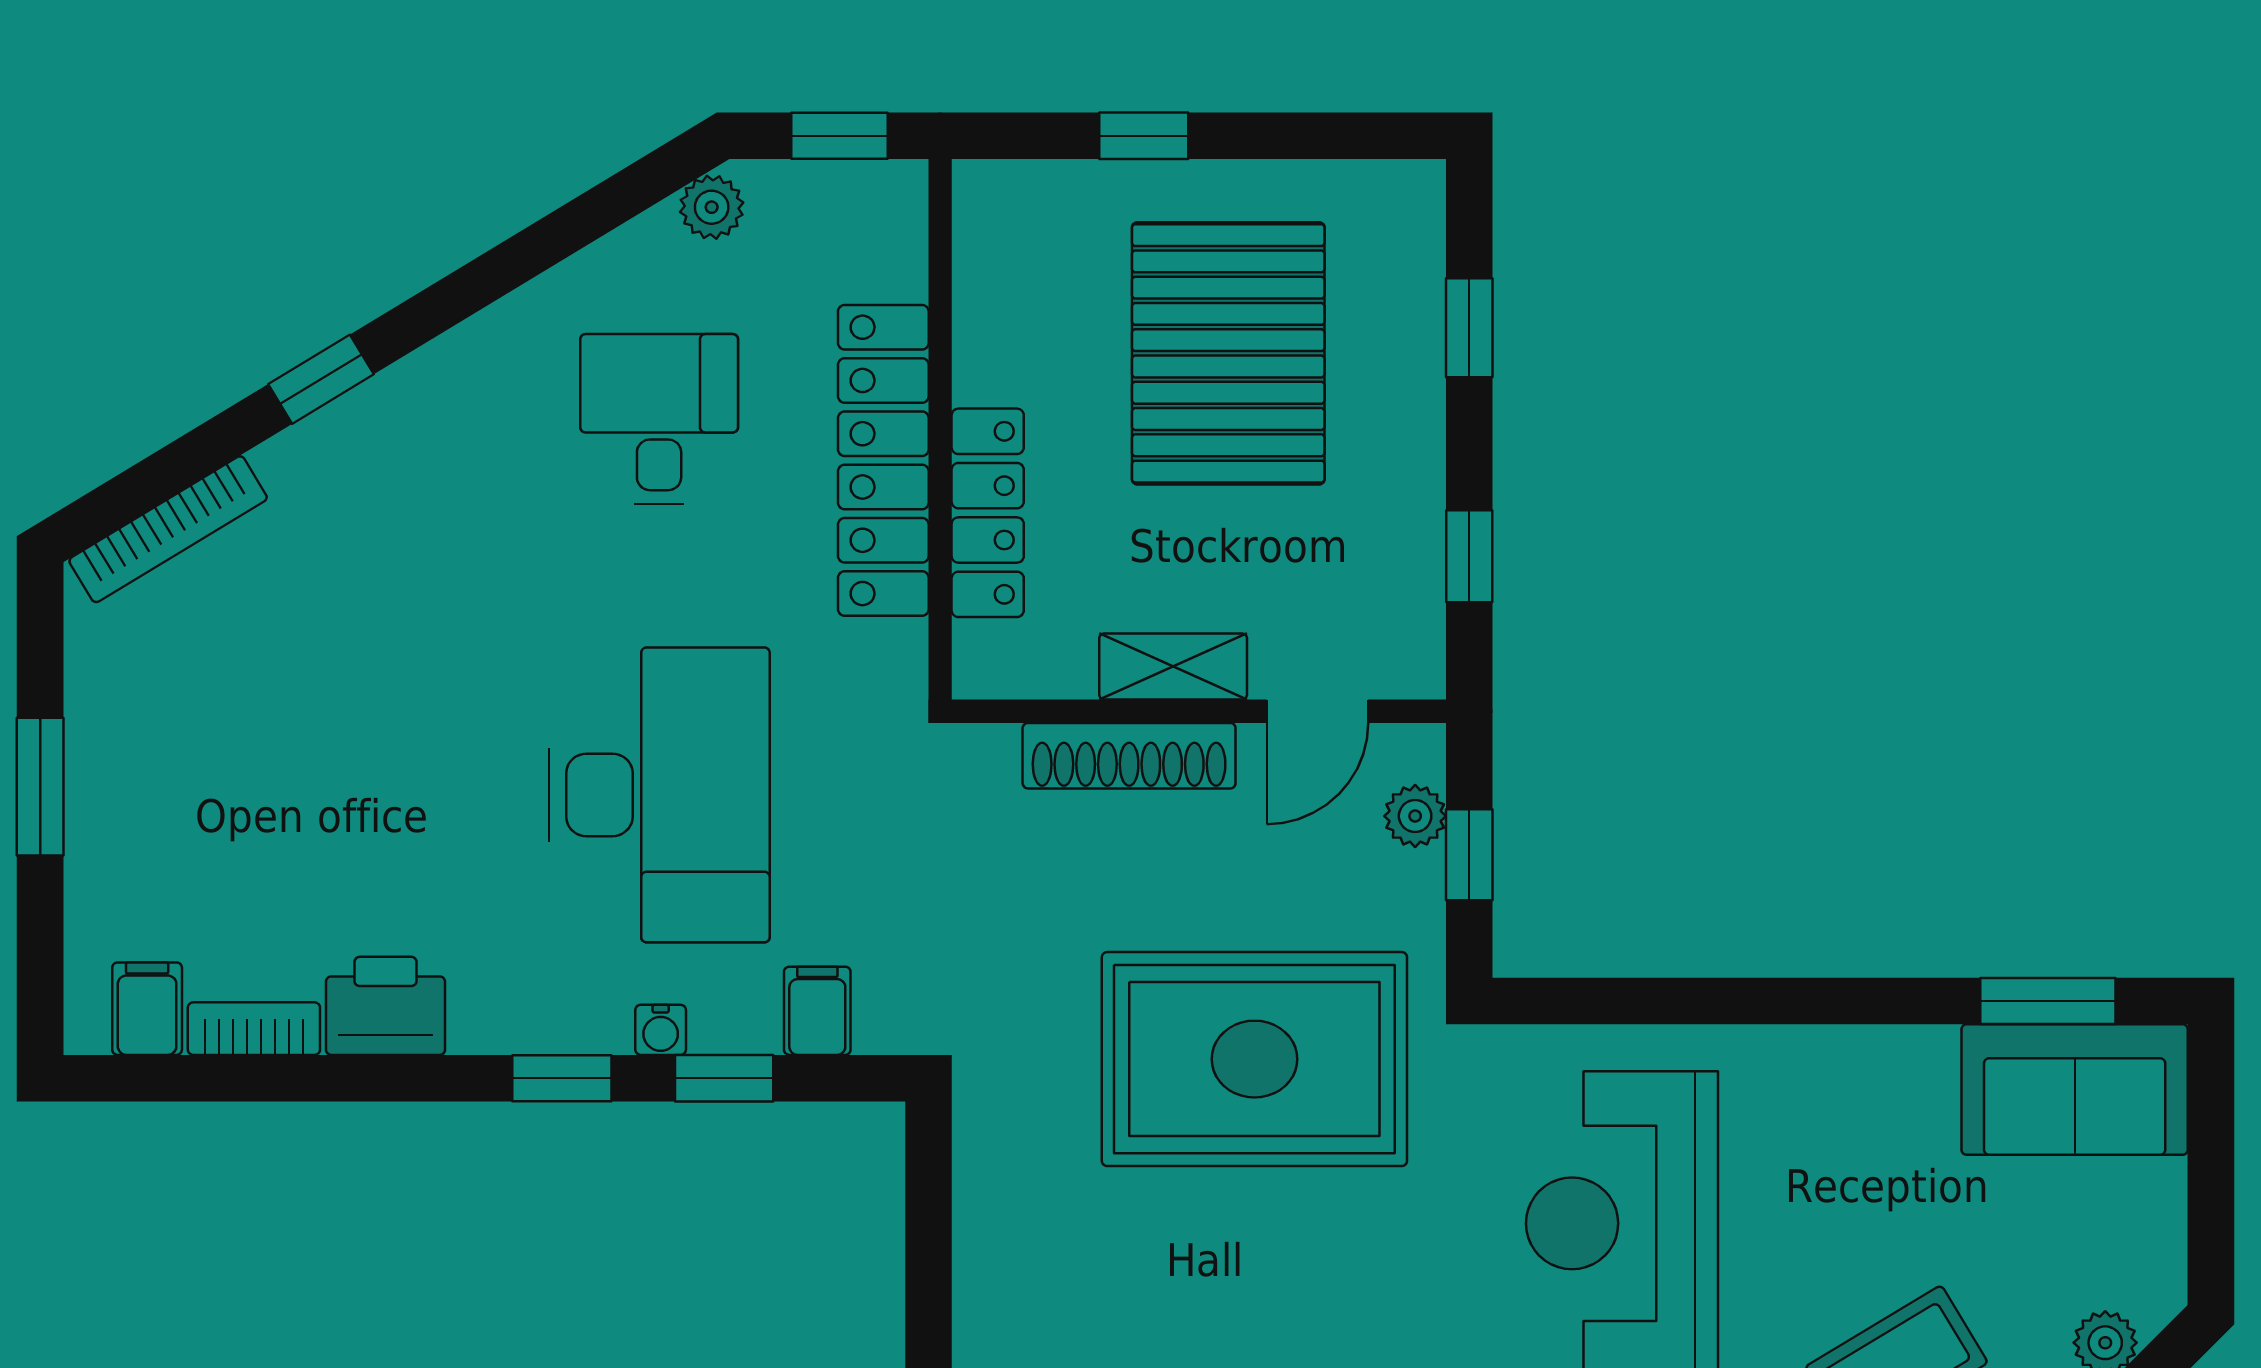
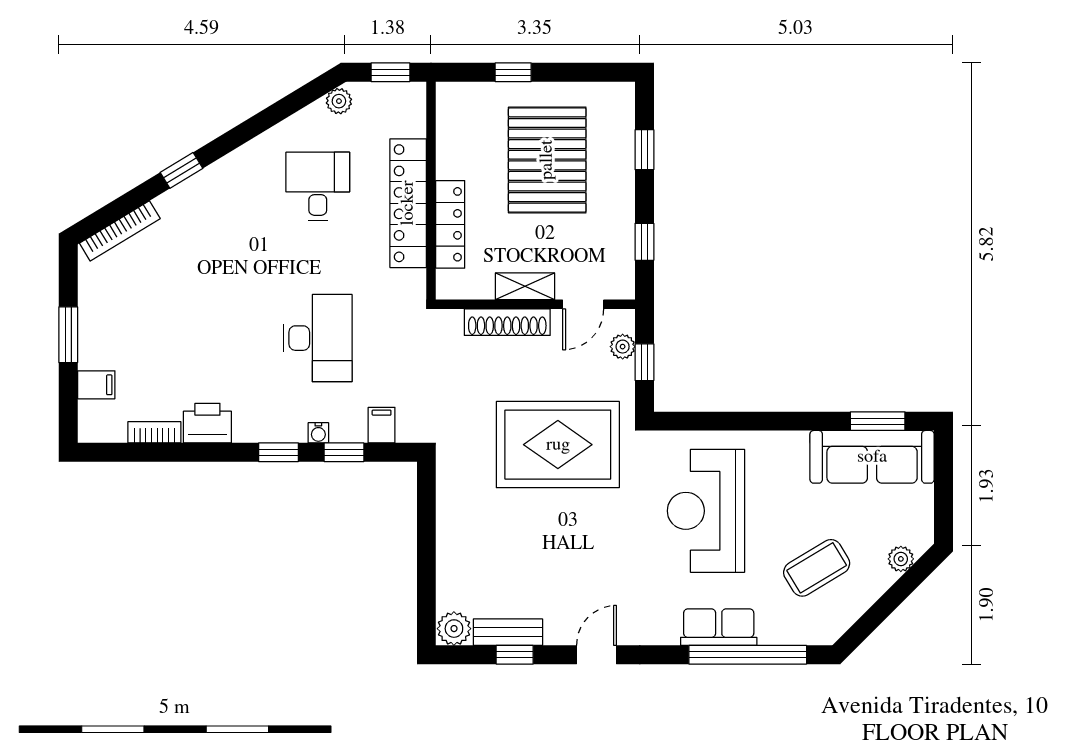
desk: (659, 795) -> (318, 338), width x0.73, depth x0.77
filing cabinet: (147, 1009) -> (96, 385), moved, turned 90
sofa: (2075, 1090) -> (872, 457), width x1.36

